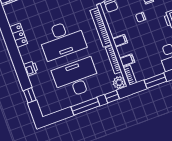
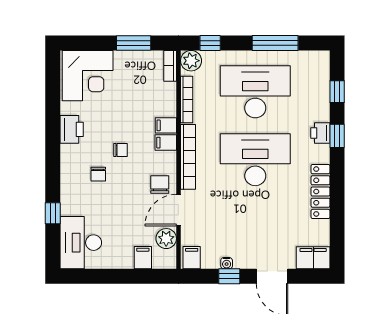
locker: (18, 35) -> (321, 192), width x1.53
filing cabinet: (127, 60) -> (166, 143), moved
window: (21, 70) -> (337, 136), added
desk: (76, 78) -> (255, 92), turned 180
window: (85, 106) -> (275, 43), moved

